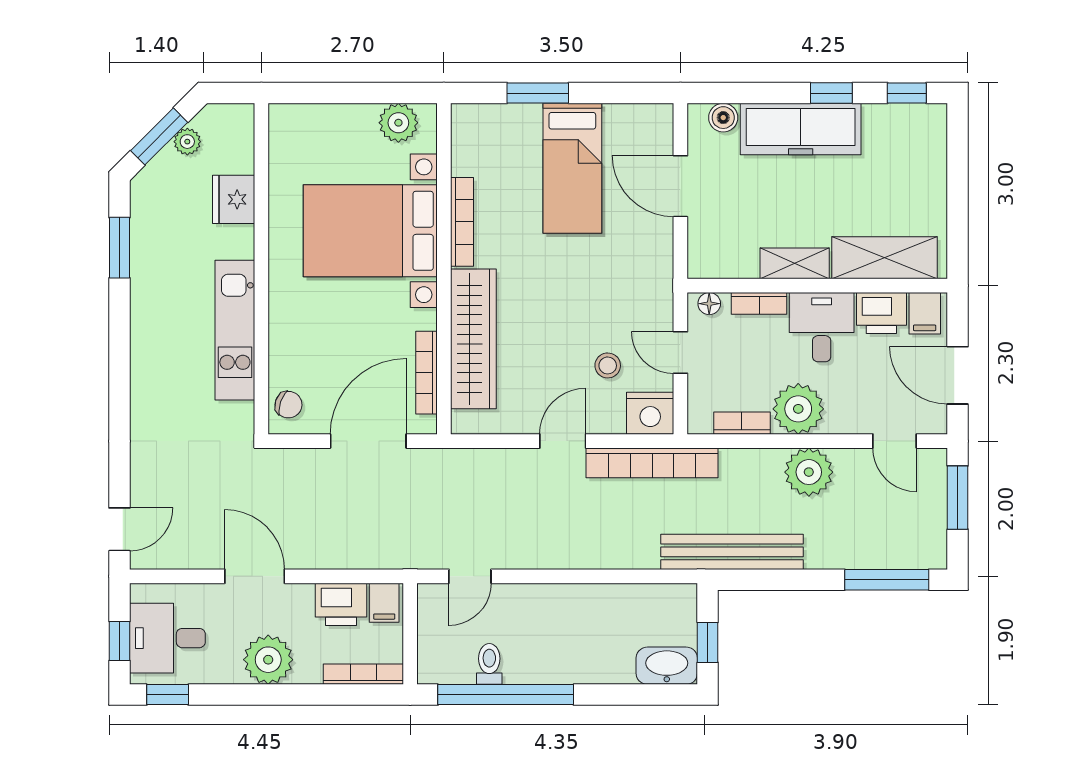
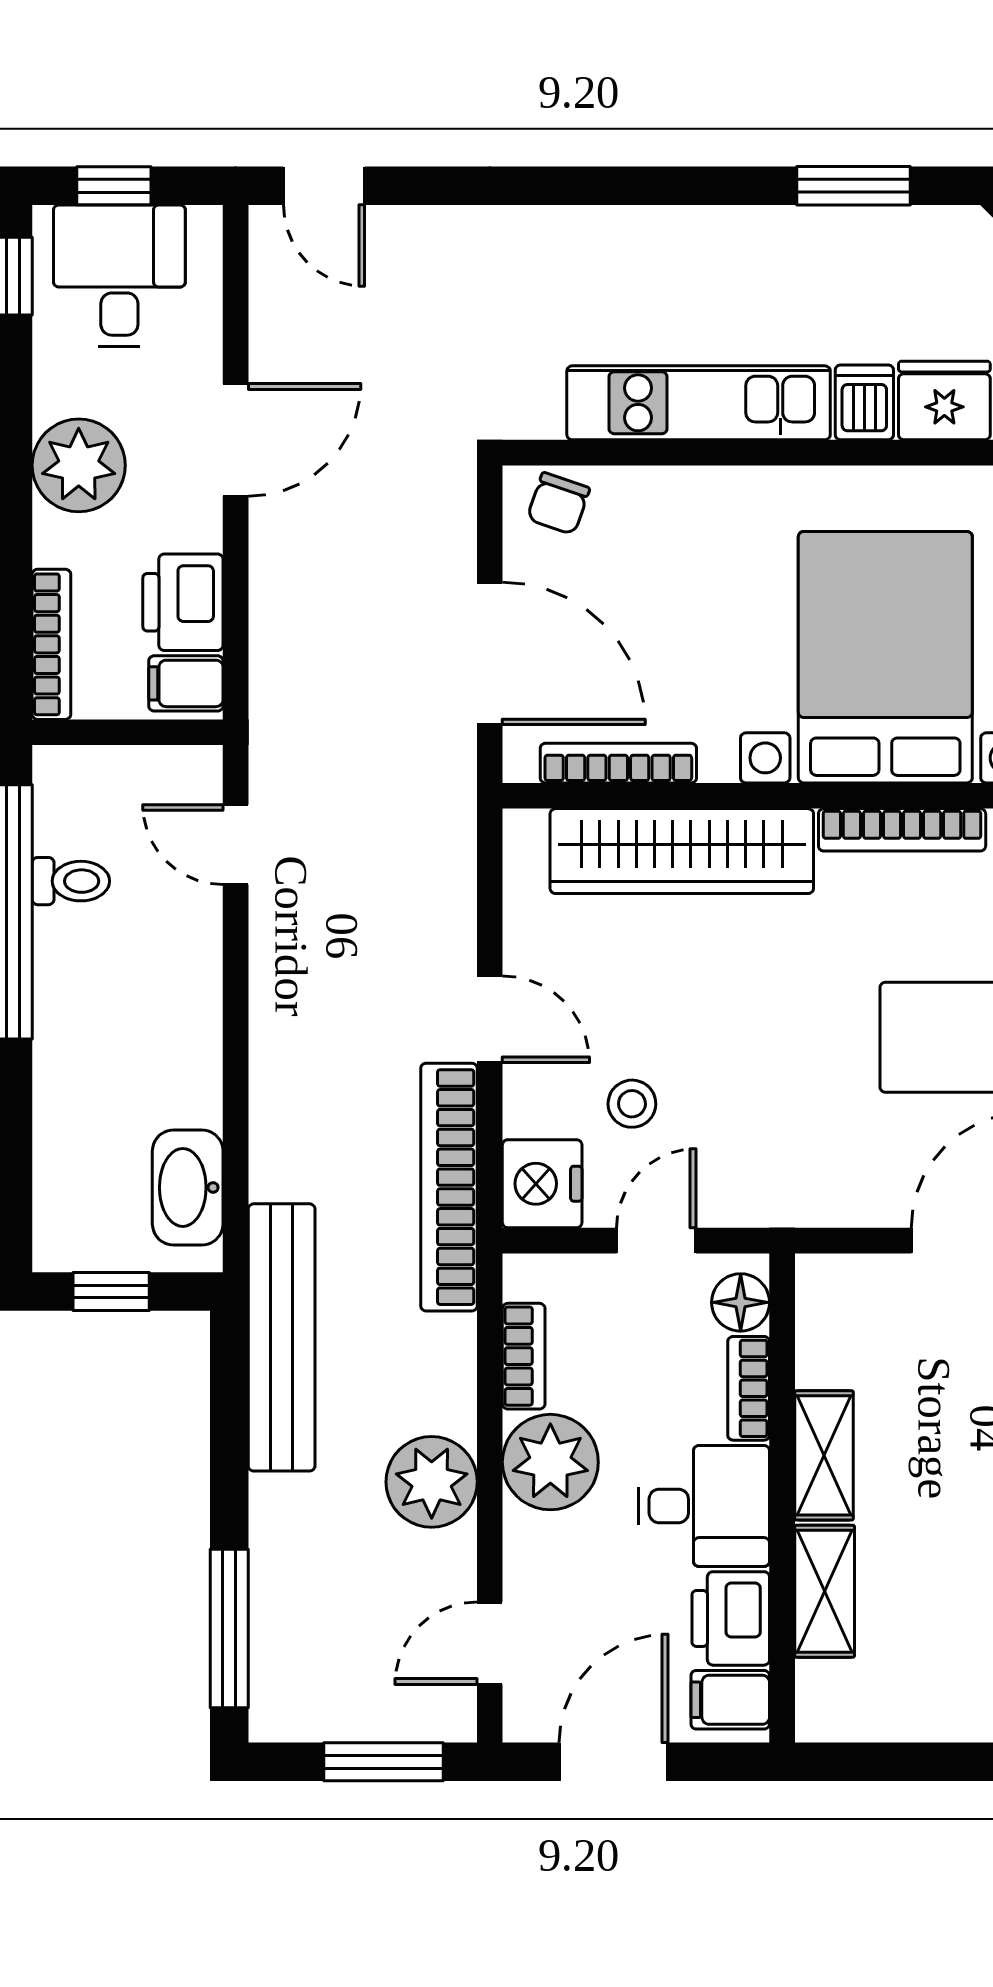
dishwasher: (235, 242) -> (864, 402), added
shelving: (885, 258) -> (825, 1591), width x0.67, depth x0.75
floor lamp: (709, 304) -> (741, 1302), width x1.37, depth x1.37
washbasin: (667, 666) -> (188, 1187), moved, turned 180

